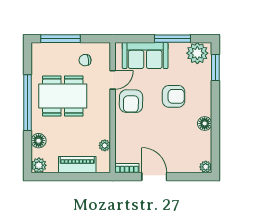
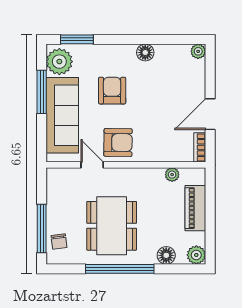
sofa: (145, 55) -> (62, 115), width x1.36
chair: (85, 60) -> (59, 242), moved

